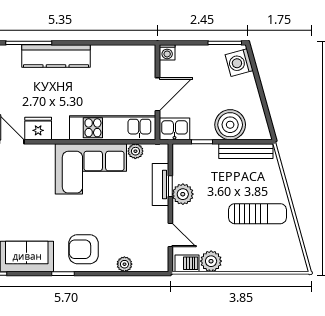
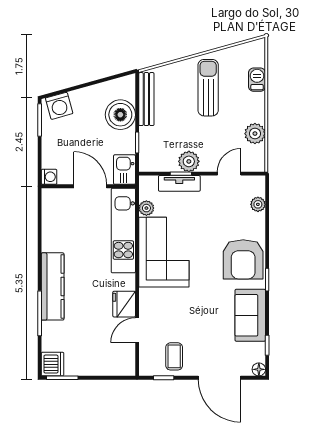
armchair: (84, 249) -> (243, 259), width x1.36, depth x1.36
barbecue: (187, 263) -> (257, 80), moved
plant: (124, 264) -> (258, 204), moved

